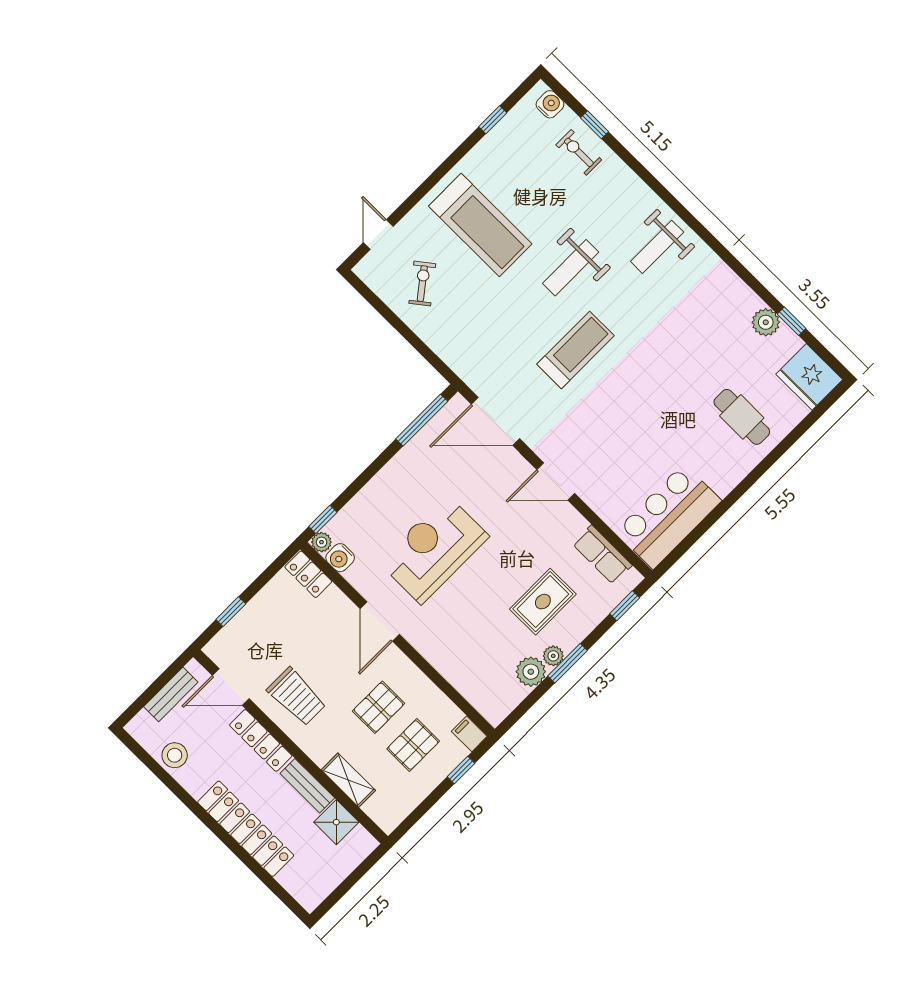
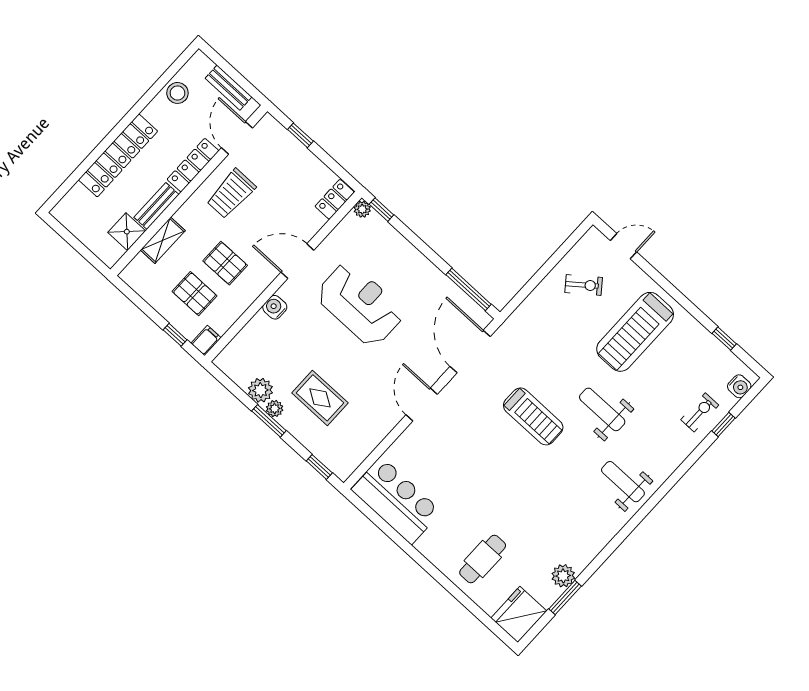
window: (791, 321) -> (565, 597), width x1.50
row of seats: (602, 555) -> (362, 446), removed
water cooler: (340, 558) -> (275, 307), moved

